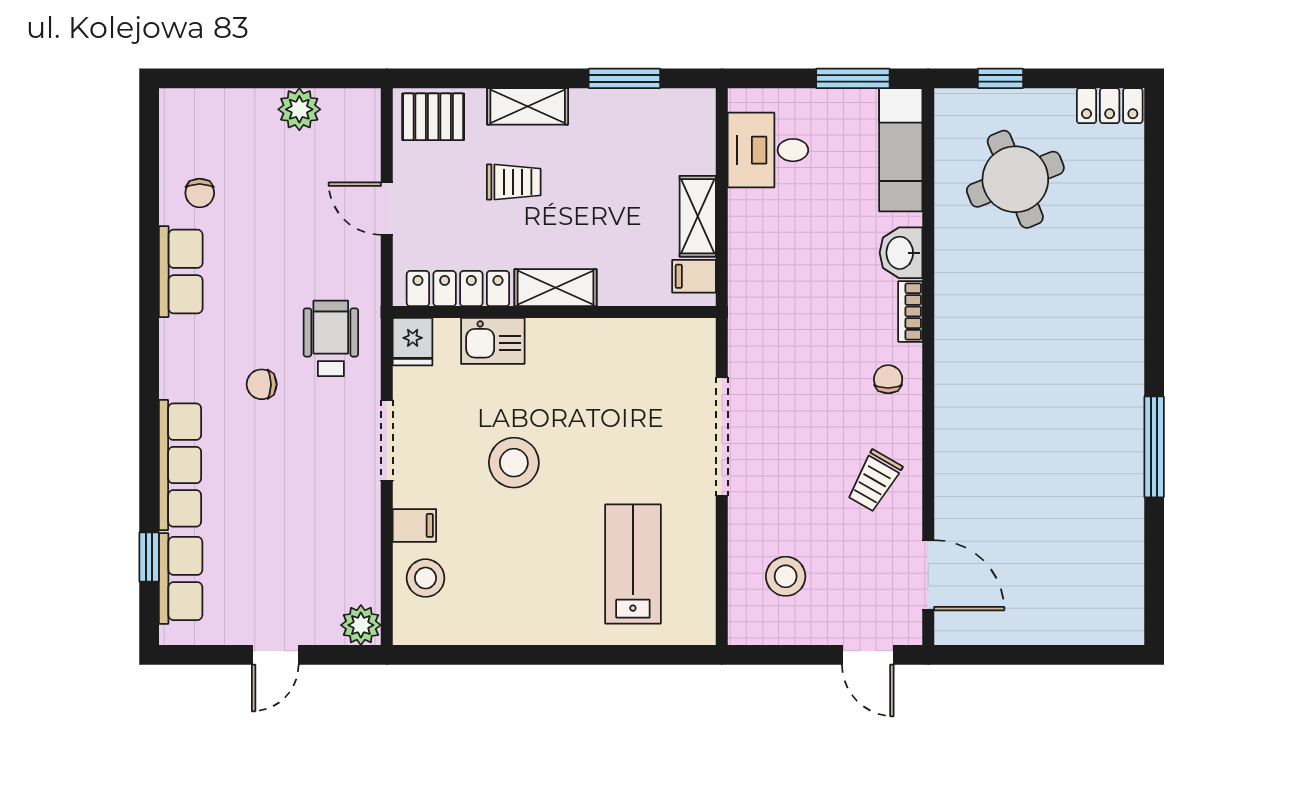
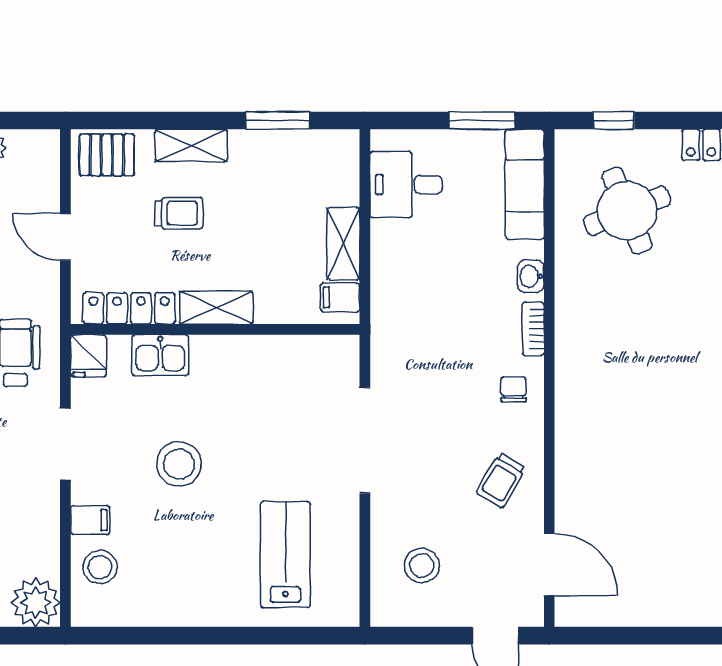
washbasin: (901, 253) -> (531, 276), width x0.72, depth x0.69
plant: (361, 625) -> (36, 603), width x1.36, depth x1.36

